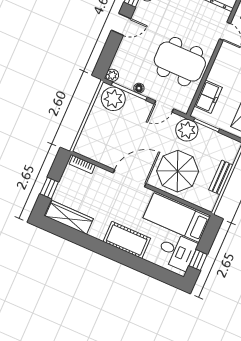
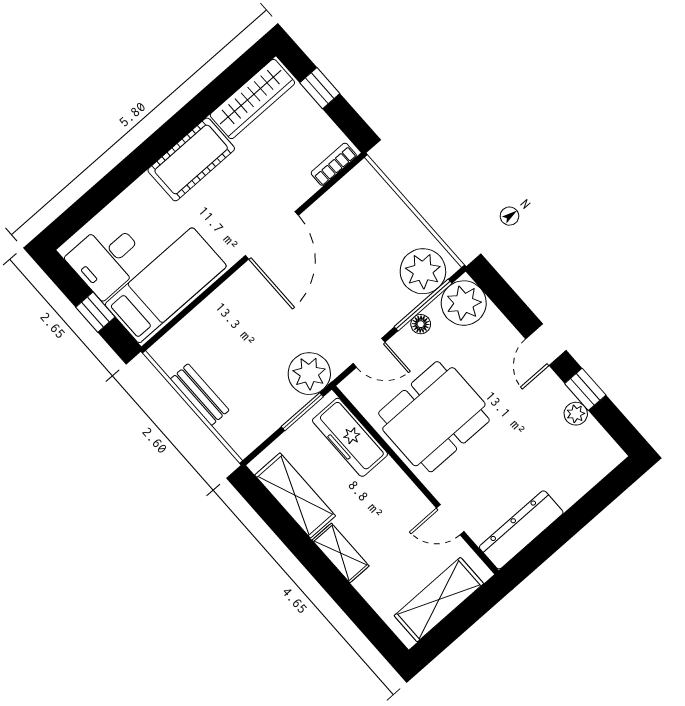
plant: (112, 75) -> (464, 303), width x1.87, depth x1.87
freezer: (208, 97) -> (350, 437), width x1.40
door: (164, 106) -> (369, 353), swing flipped
parasol: (178, 171) -> (246, 325), removed
cot: (127, 240) -> (191, 159), moved
window: (198, 260) -> (95, 312), moved

